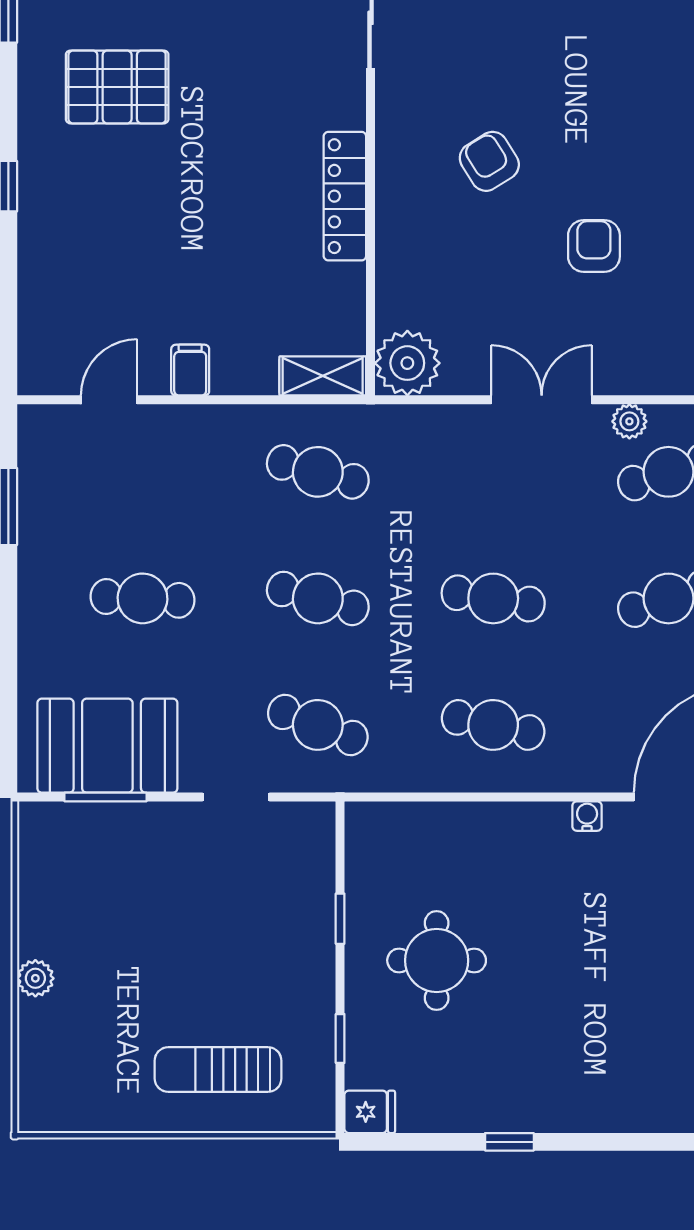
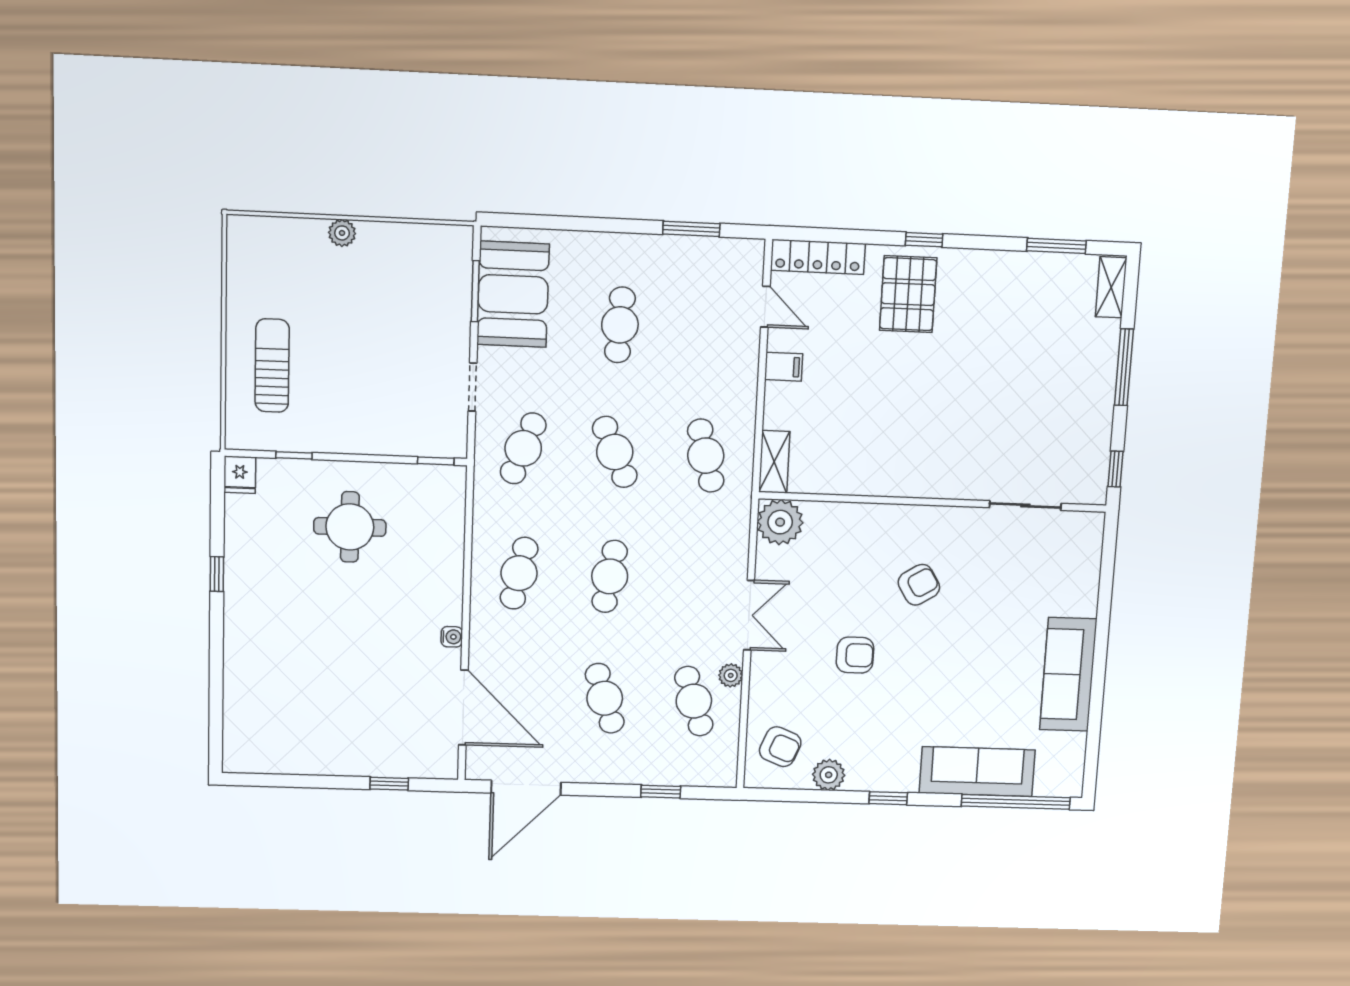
pallet: (117, 87) -> (908, 294), moved
locker: (345, 196) -> (818, 257), moved, turned 180
cafe table: (318, 472) -> (706, 456), turned -30
cafe table: (318, 598) -> (615, 452), turned -39
window: (340, 919) -> (436, 461), moved

